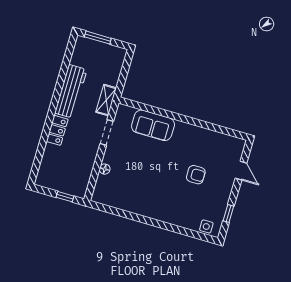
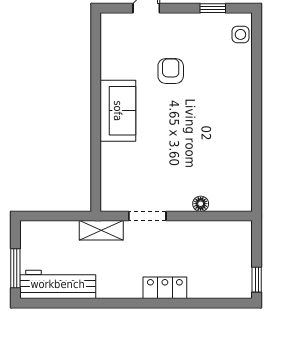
workbench: (71, 91) -> (58, 284), moved
sofa: (153, 125) -> (118, 111), moved
window: (65, 197) -> (257, 280), moved

